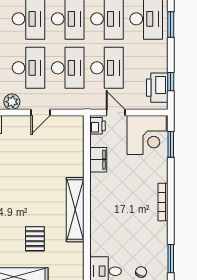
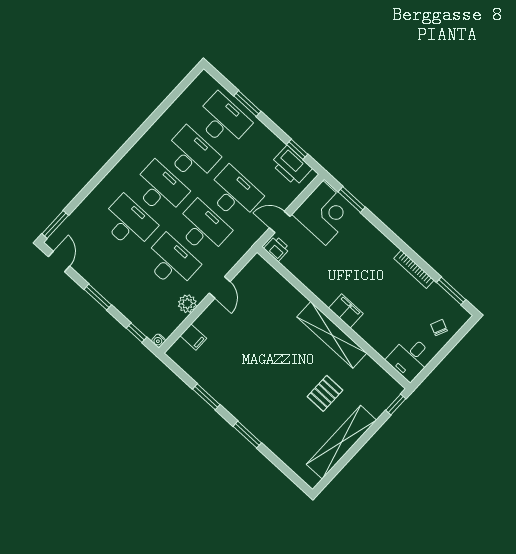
filing cabinet: (98, 160) -> (346, 311), moved
bookcase: (163, 202) -> (414, 269), moved
pallet: (35, 239) -> (325, 393), turned 90

